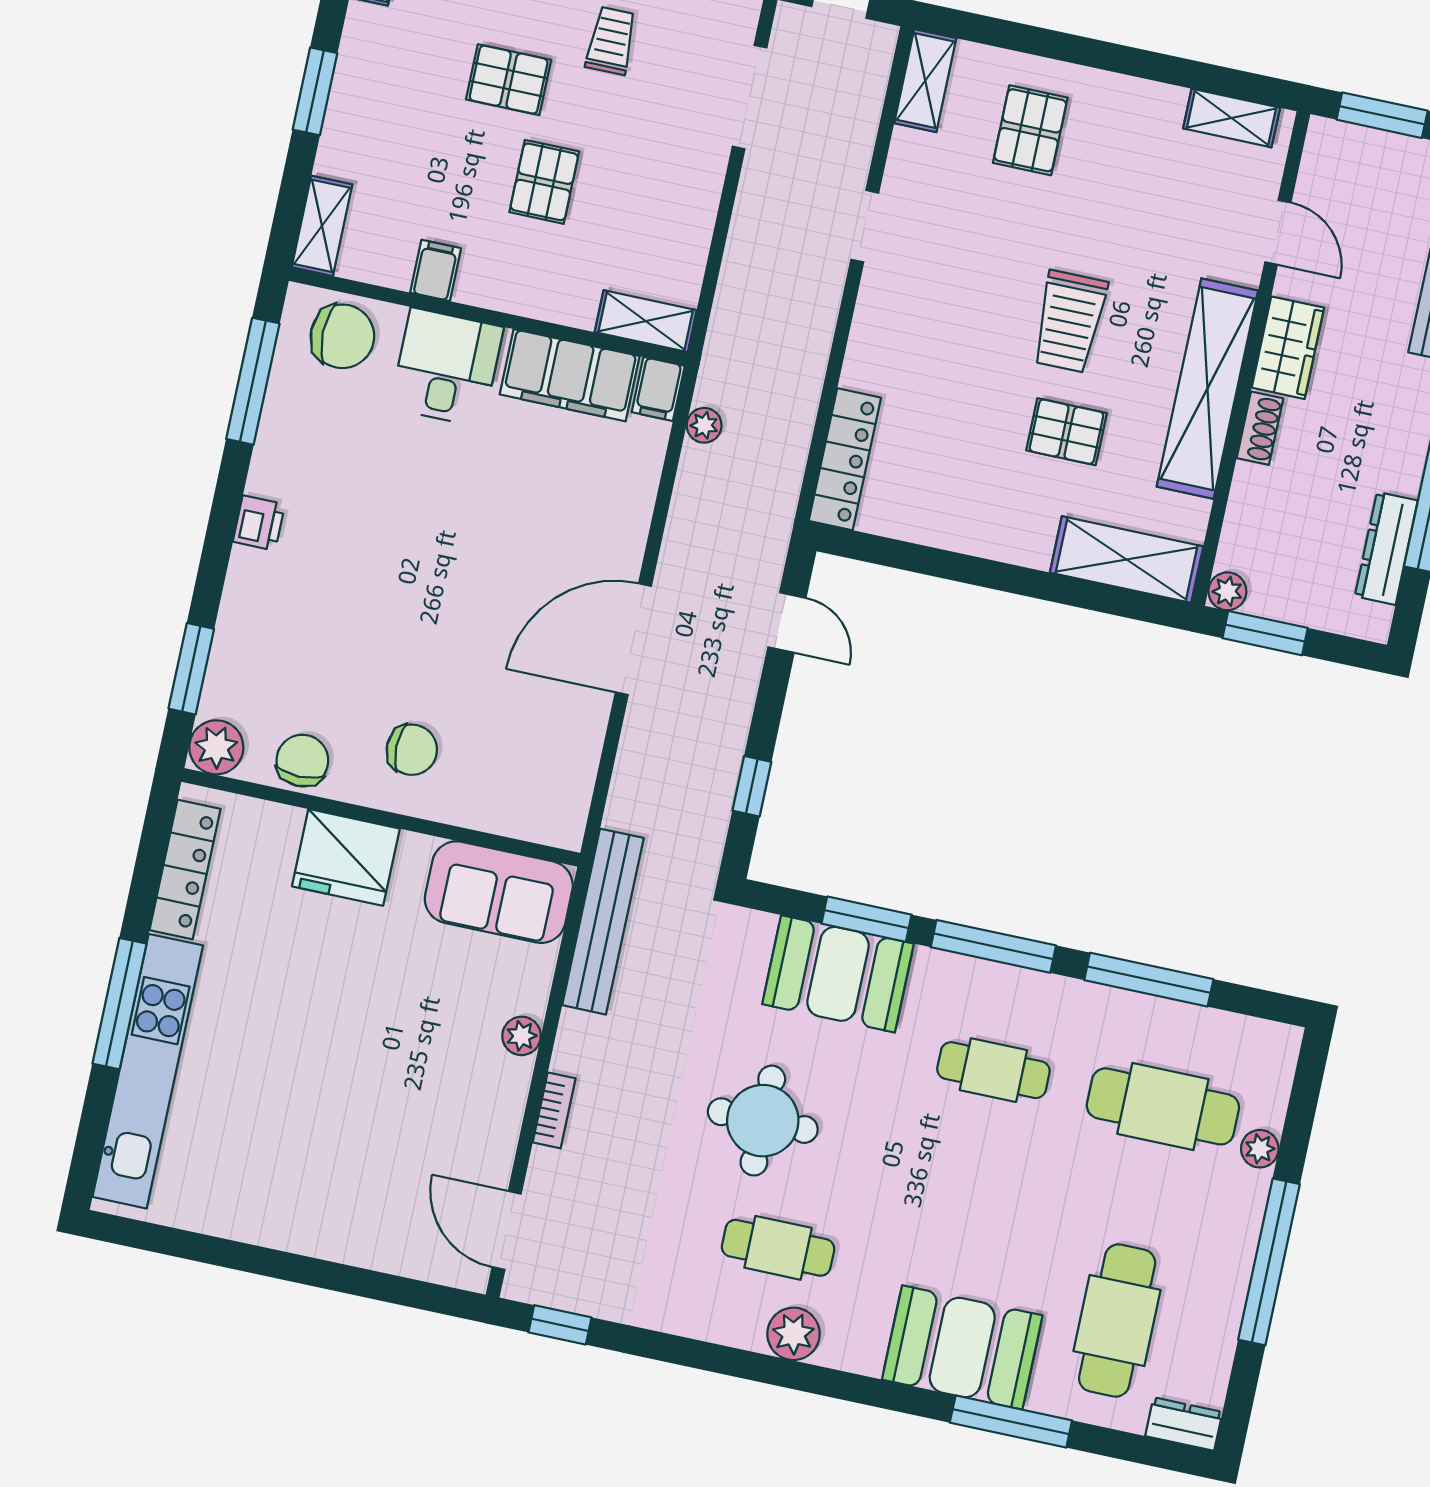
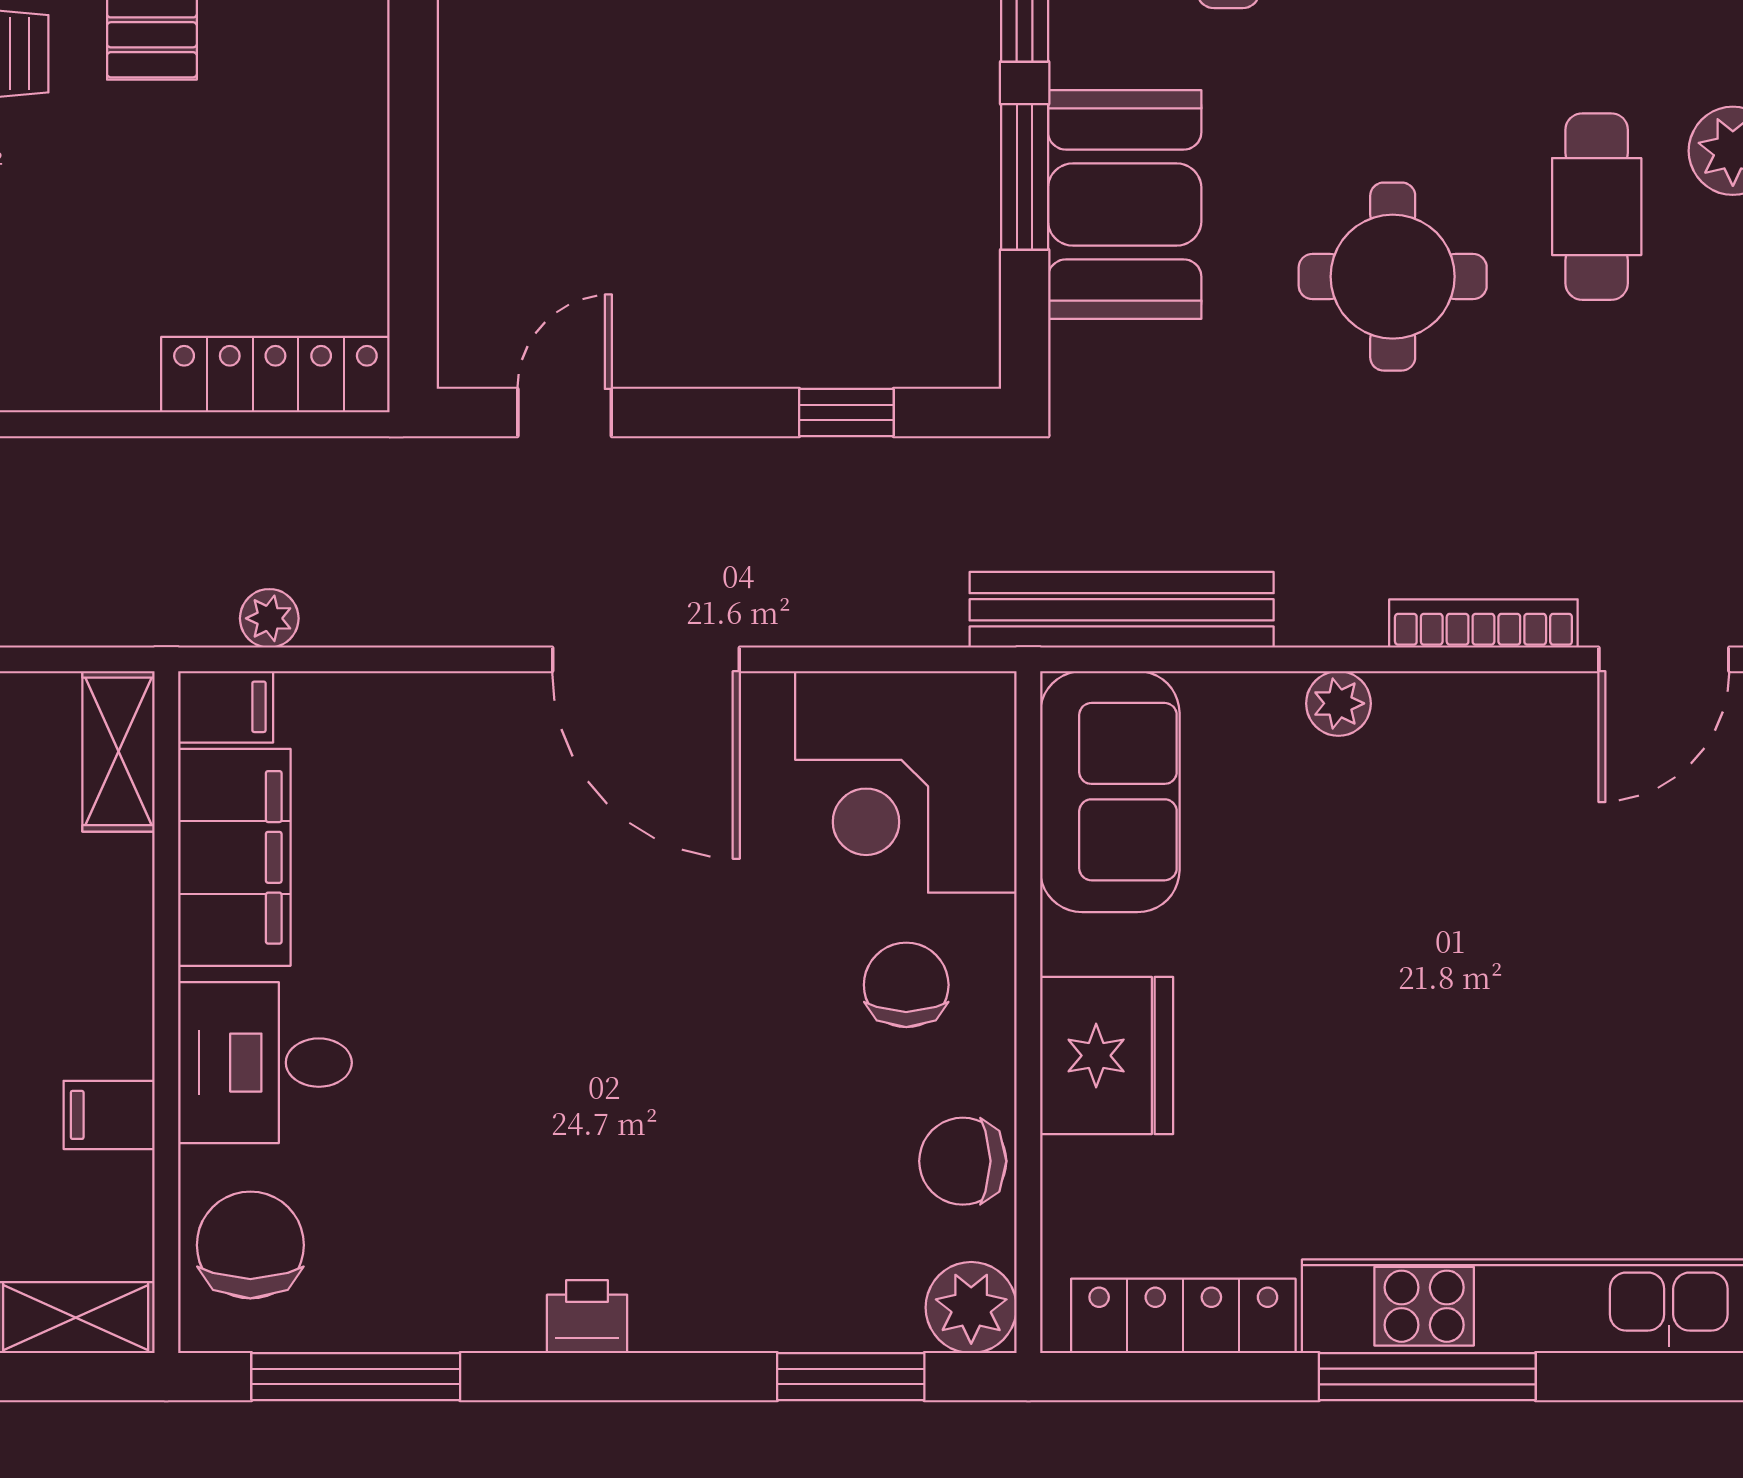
corner desk: (530, 775) -> (906, 782), added
bookcase: (554, 1110) -> (1483, 623), width x1.56

